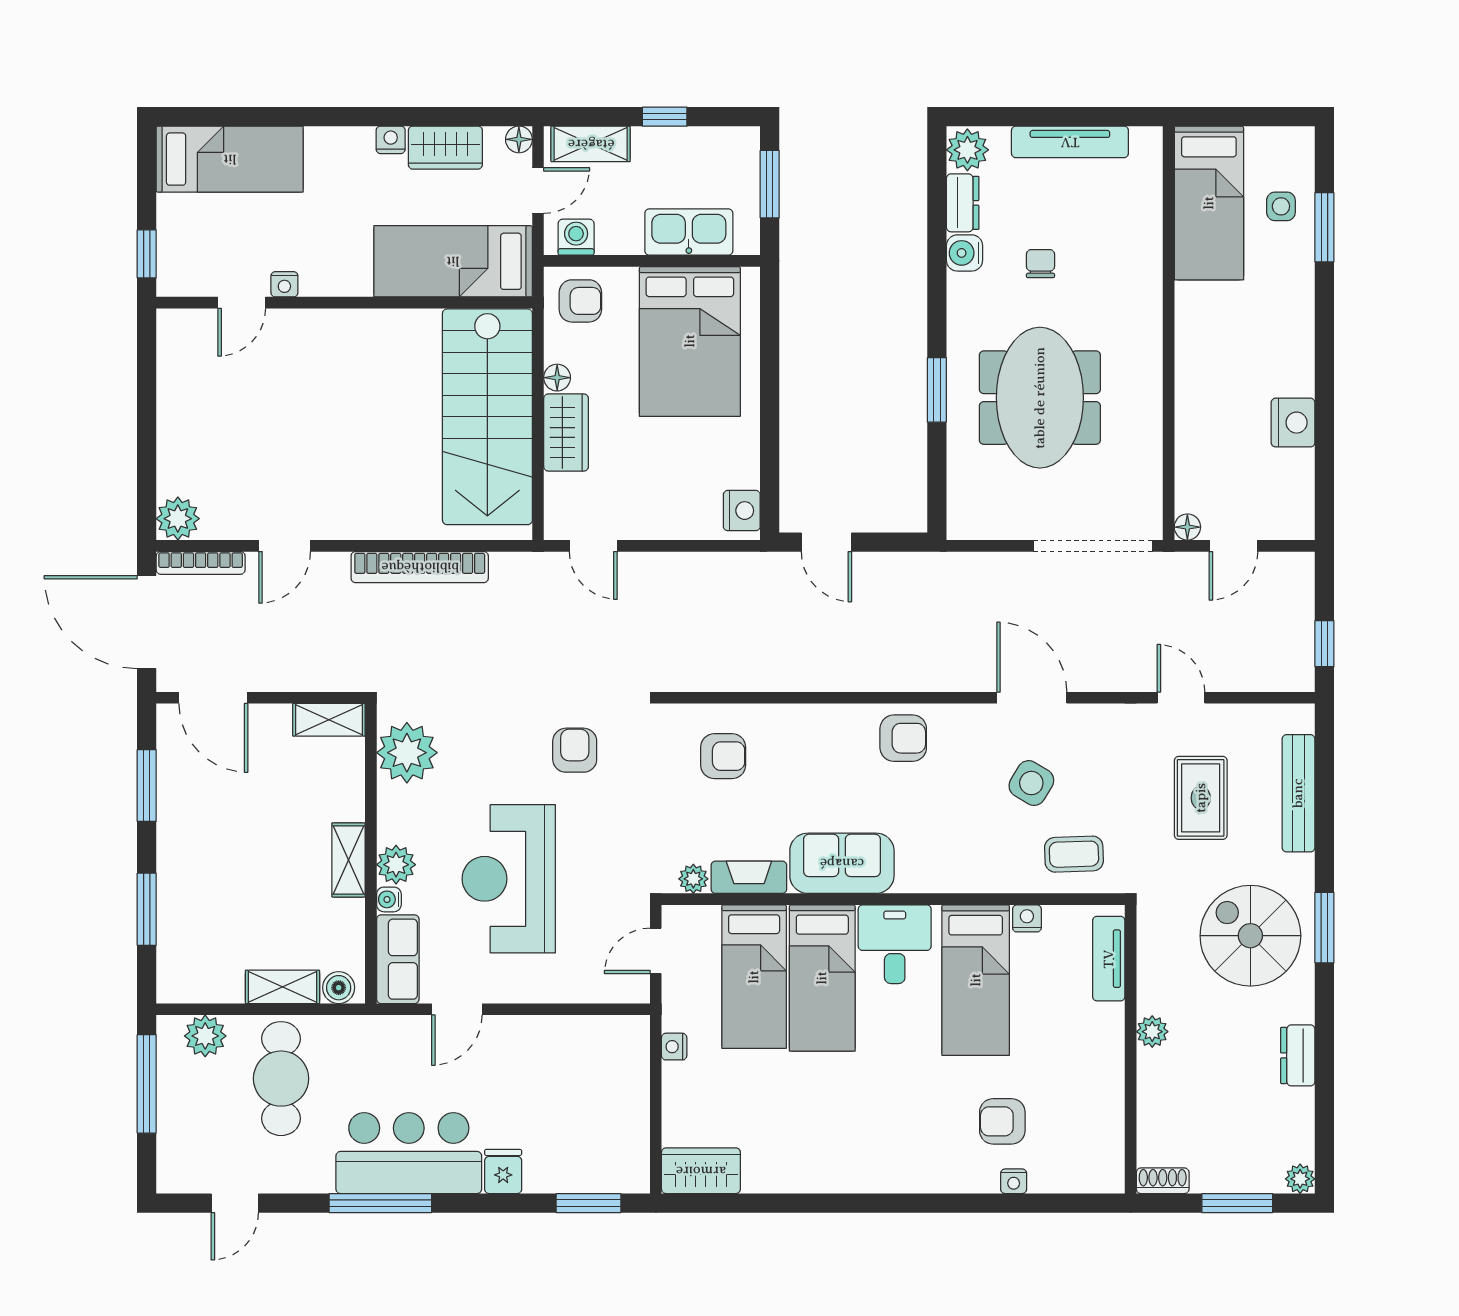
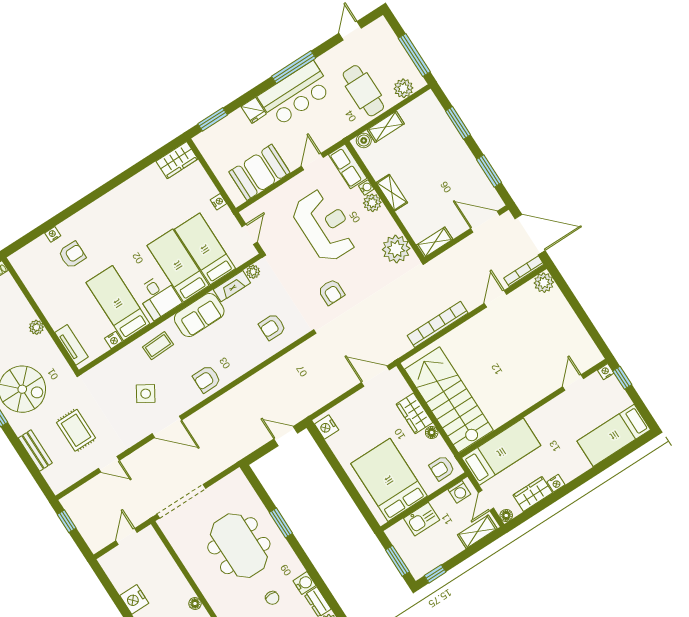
window: (665, 117) -> (435, 574), moved
kitchen sink: (689, 232) -> (422, 519), width x0.73
nightstand: (284, 284) -> (606, 372), moved
floor lamp: (1187, 527) -> (195, 603), moved
door: (593, 546) -> (375, 376), width x1.38
bench: (1298, 793) -> (35, 451), width x0.73
coffee table: (1074, 854) -> (158, 346), moved
booth: (565, 1052) -> (259, 172), added

